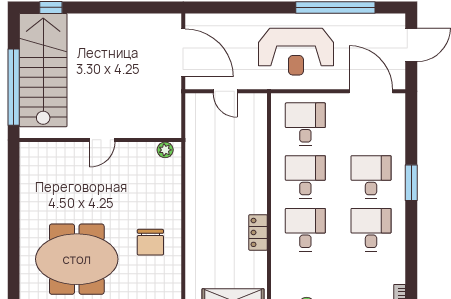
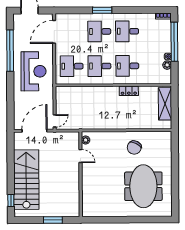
stairs: (43, 70) -> (26, 180), moved, turned 90
window: (14, 87) -> (53, 220), width x0.47
door: (225, 91) -> (55, 121), moved
door: (102, 140) -> (80, 156), moved
chair: (150, 242) -> (134, 148), turned 117

